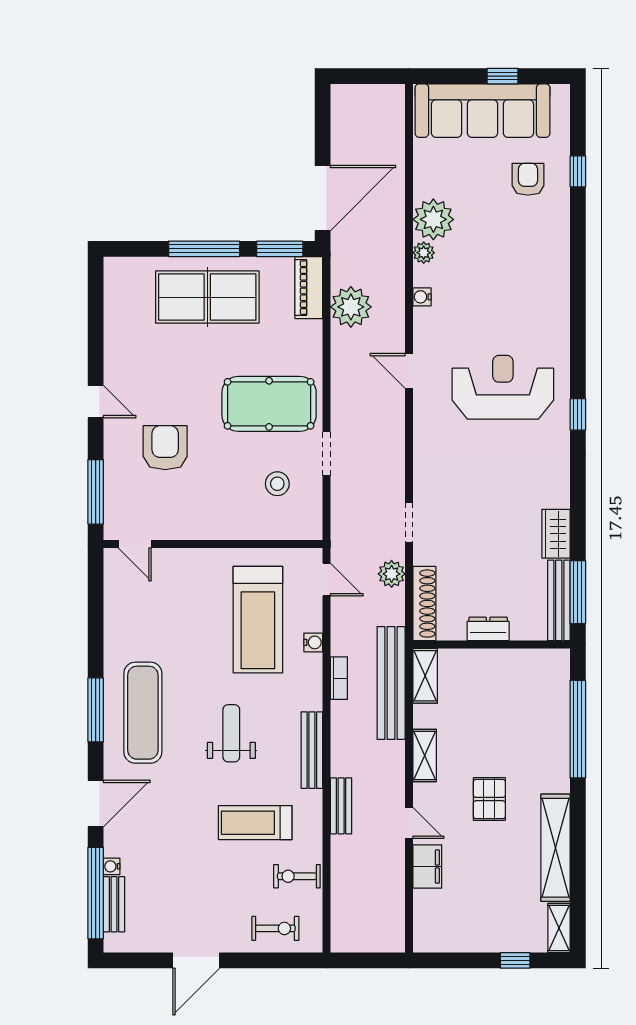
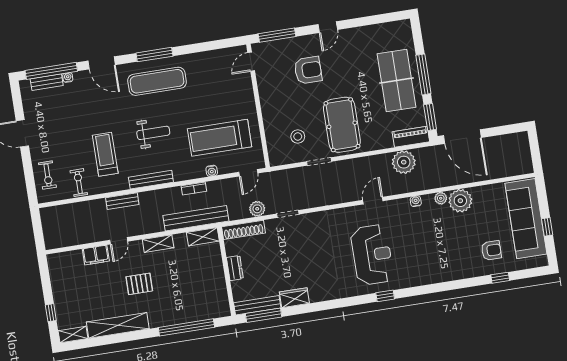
window: (578, 414) -> (385, 296), moved

